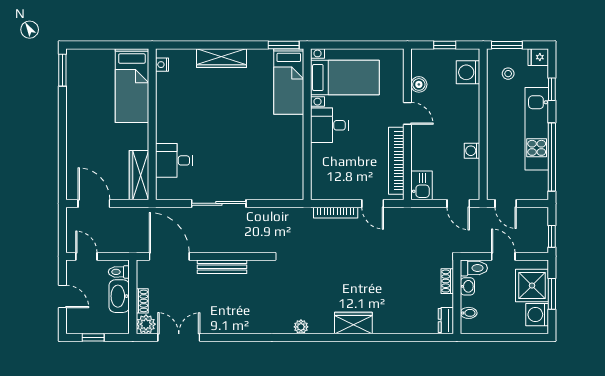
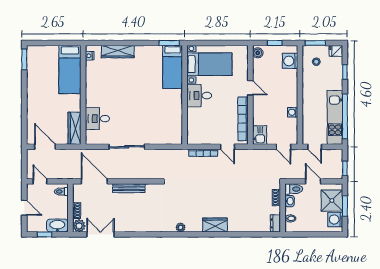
wardrobe: (222, 58) -> (118, 52), moved
boiler: (419, 84) -> (258, 53), moved
kitchen unit: (537, 129) -> (335, 117), moved
washbasin: (119, 296) -> (57, 226), moved, turned 90

